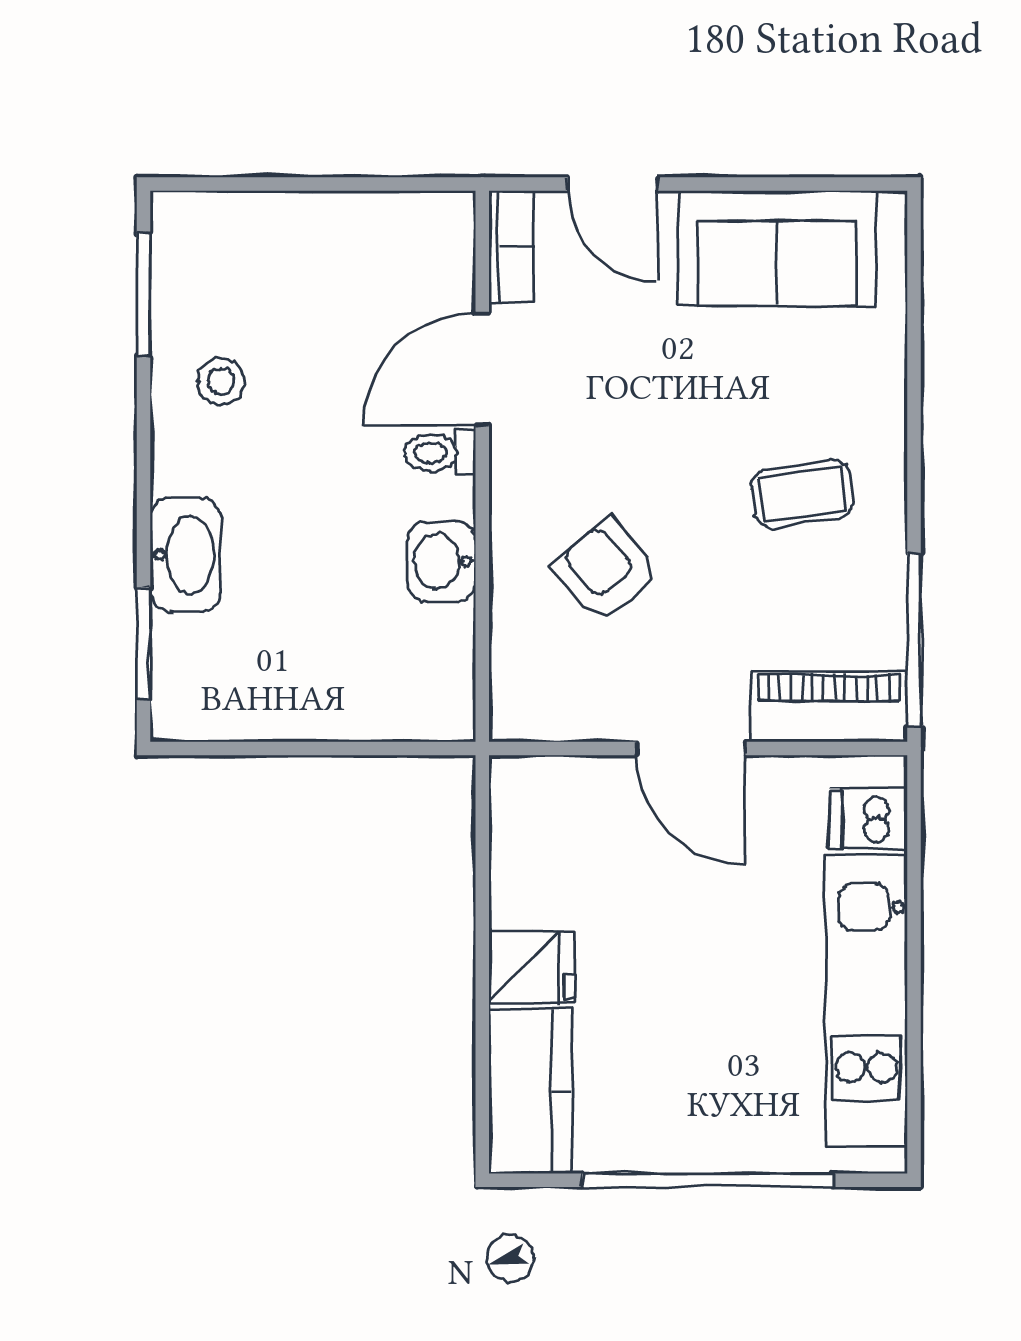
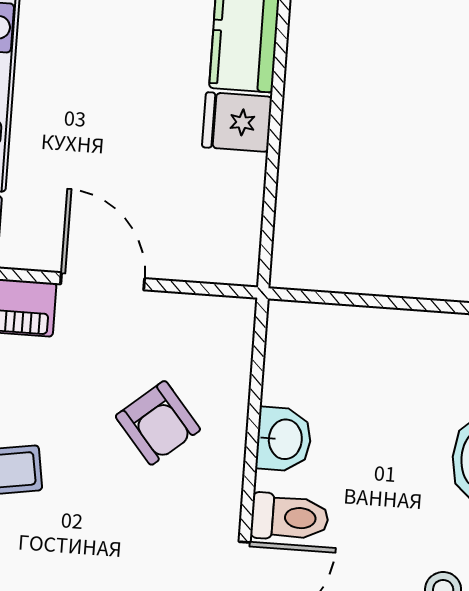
toilet: (440, 453) -> (290, 517), width x1.37, depth x1.39

